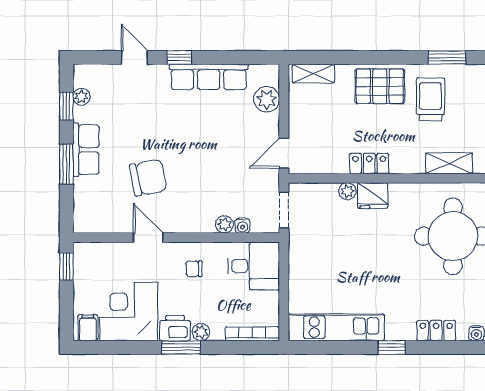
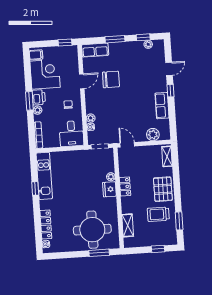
row of seats: (209, 77) -> (162, 106), width x0.68
trolley: (430, 99) -> (158, 214), turned 180
row of seats: (86, 150) -> (95, 50), moved
chair: (148, 178) -> (111, 79), turned -79
locker: (436, 331) -> (46, 225), width x1.53
window: (392, 347) -> (35, 188), moved

